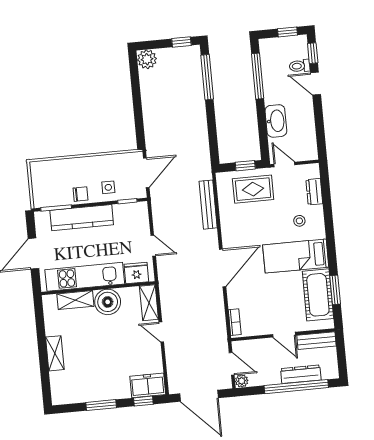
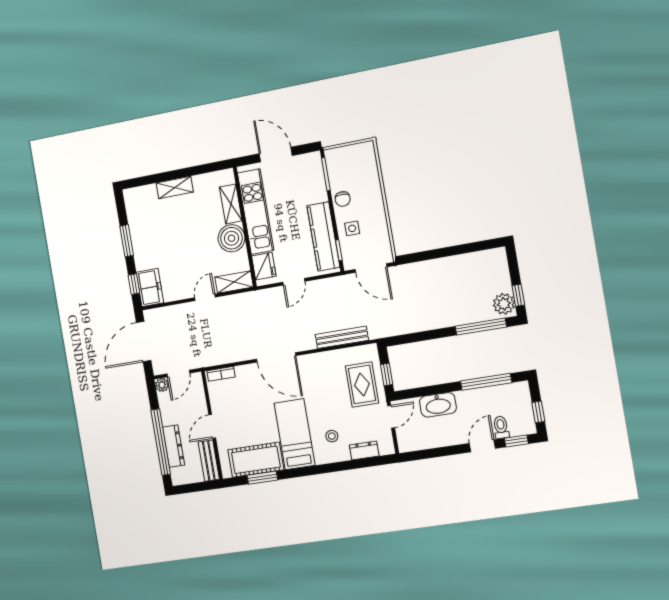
plant: (147, 59) -> (504, 304), moved
kitchen counter: (82, 218) -> (323, 236), moved

